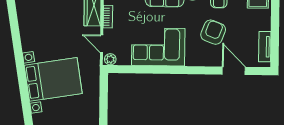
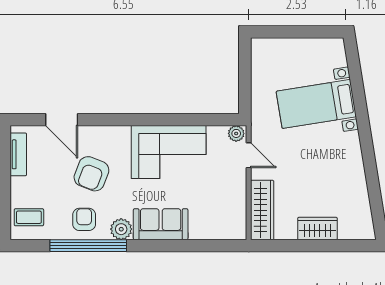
bookcase: (108, 17) -> (240, 194), removed
bed with nightstands: (53, 79) -> (316, 104), width x0.73

